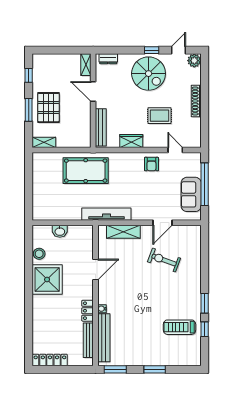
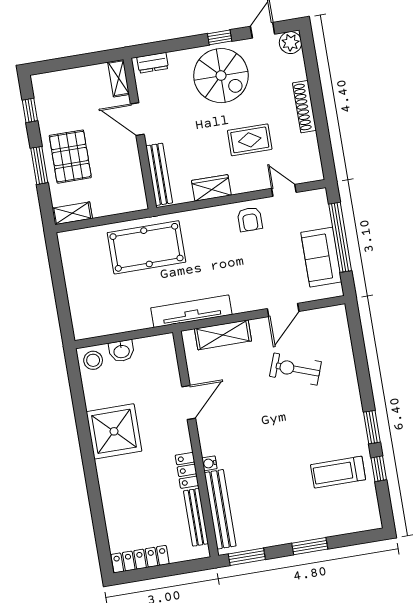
stool: (39, 254) -> (93, 360), moved

